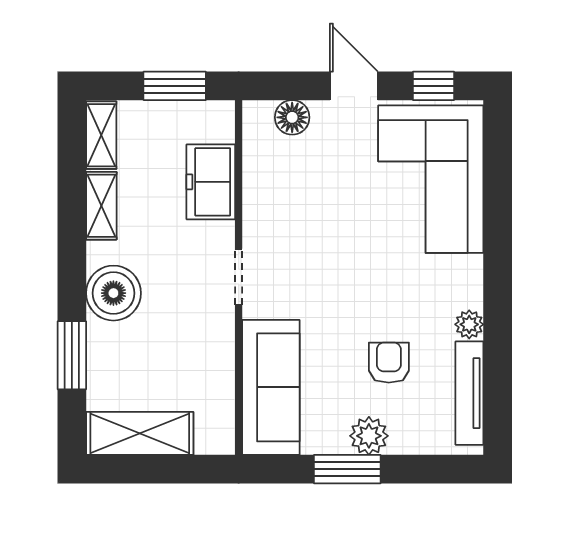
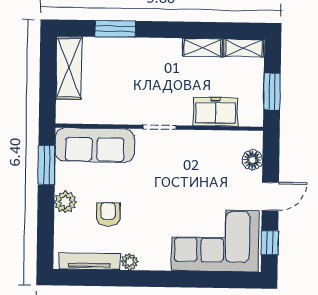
boiler: (113, 293) -> (151, 54), removed
armchair: (389, 363) -> (108, 214), turned -90
window: (347, 469) -> (47, 165), moved

